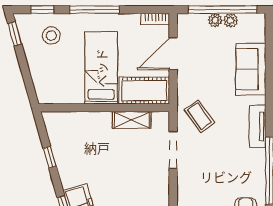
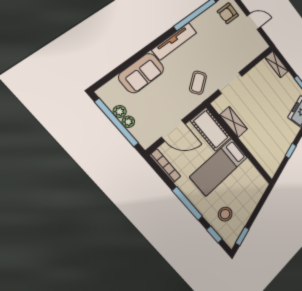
bookcase: (155, 19) -> (165, 166), width x1.56
tv unit: (258, 126) -> (174, 41), width x1.41

